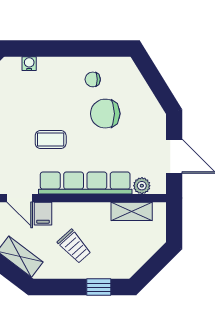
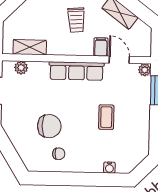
coffee table: (51, 140) -> (106, 117), moved, turned 90
row of seats: (85, 183) -> (76, 71), width x0.73
trolley: (74, 247) -> (76, 20), turned -142

